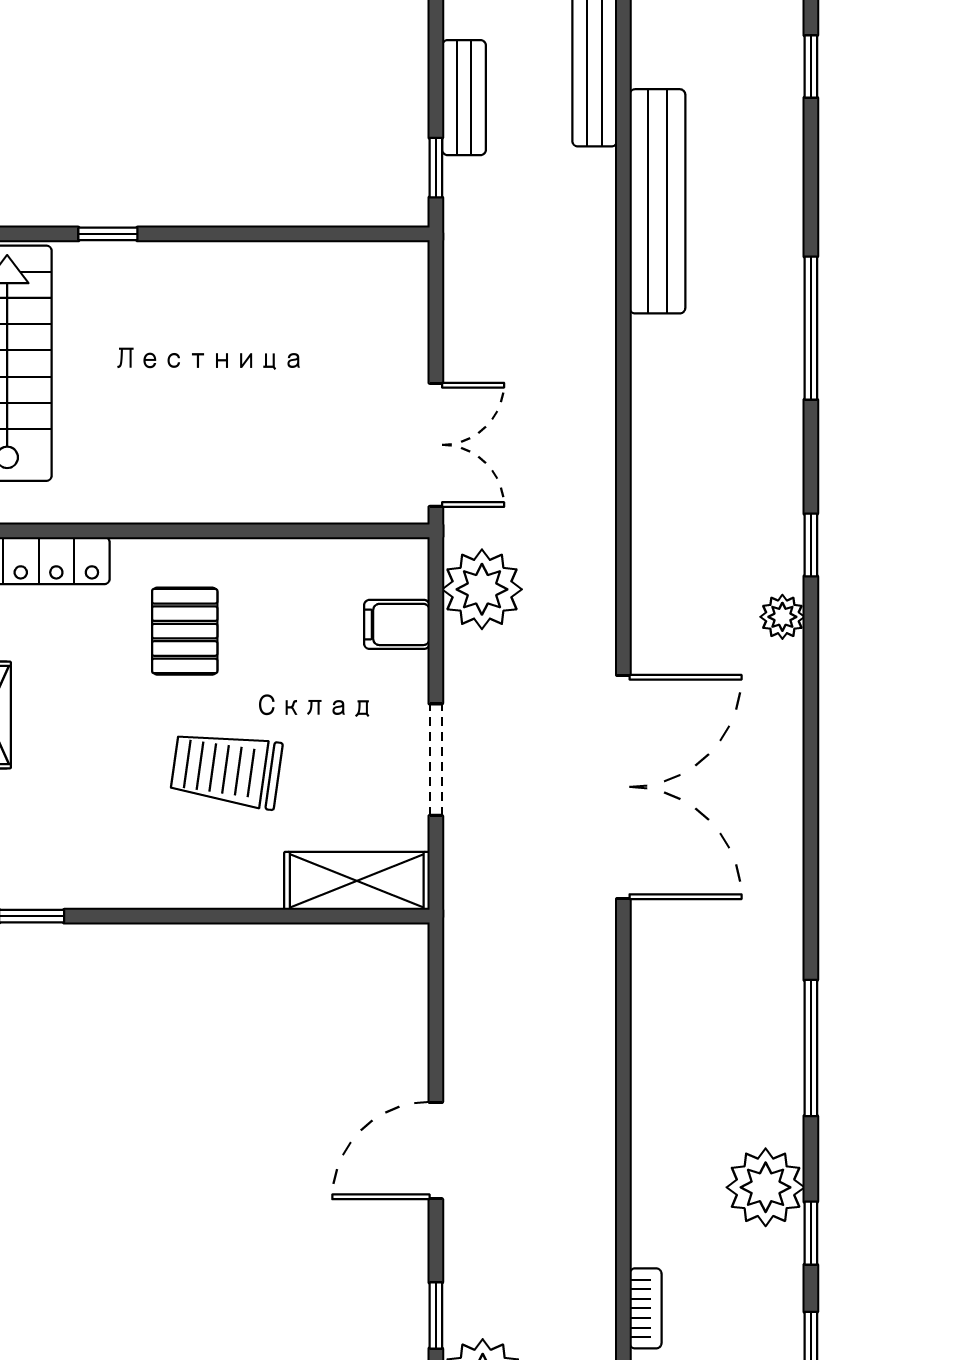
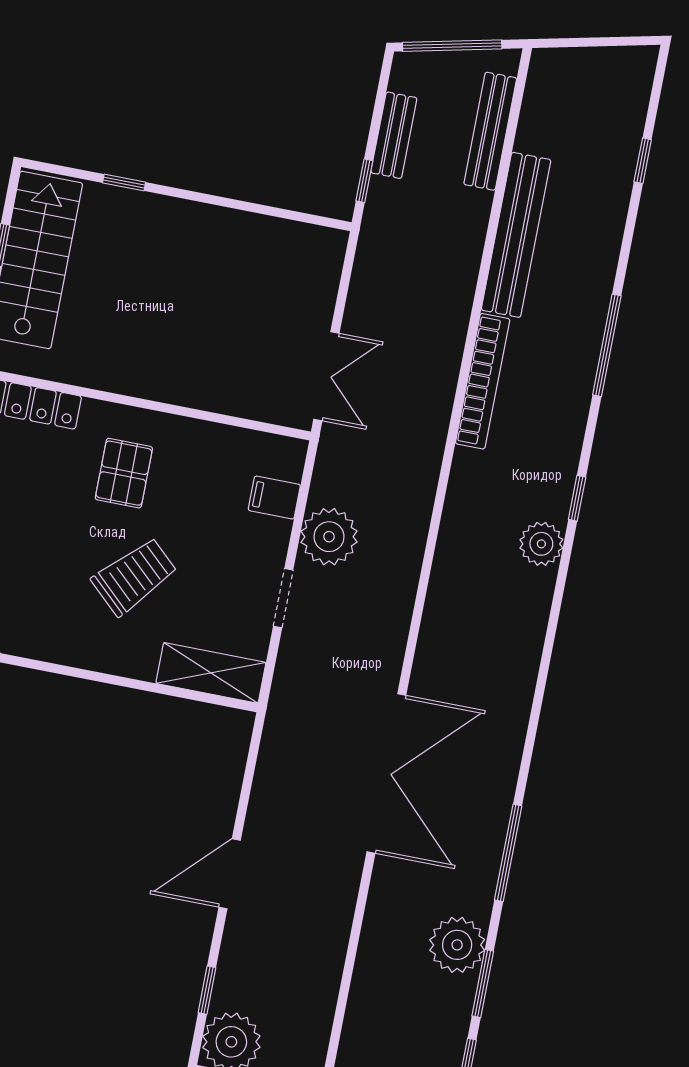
plant: (482, 589) -> (329, 537), moved
plant: (782, 617) -> (541, 544), width x1.38, depth x1.38
doorway: (436, 760) -> (283, 598), width x0.73
trolley: (226, 769) -> (134, 576), turned 125
double door: (623, 787) -> (386, 773), moved
window: (811, 1233) -> (483, 983), width x1.50
bookcase: (646, 1308) -> (483, 381), moved, width x2.31, depth x1.31

